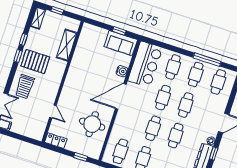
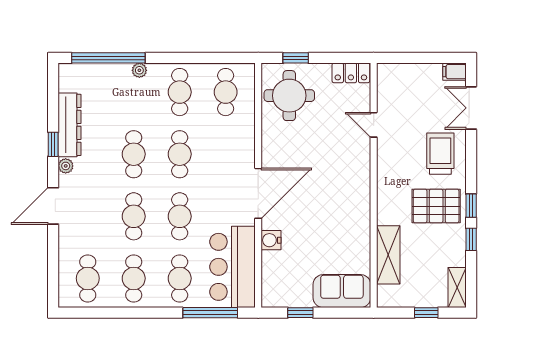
sofa: (121, 43) -> (342, 291), moved
window: (207, 60) -> (210, 313), moved
round table: (92, 124) -> (289, 96), moved

